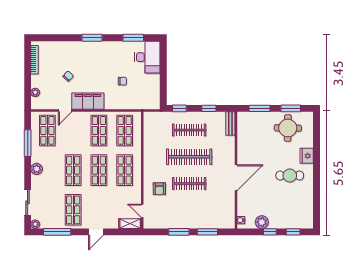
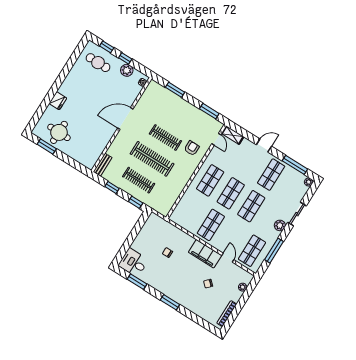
desk: (147, 57) -> (133, 263), width x0.73
window: (259, 108) -> (72, 162), removed
door: (65, 111) -> (228, 258), hinge flipped
shop shelf: (125, 130) -> (190, 212), removed
cafe table: (290, 176) -> (98, 63), moved
sliding door: (28, 202) -> (297, 214), moved
window: (179, 232) -> (209, 111), moved

